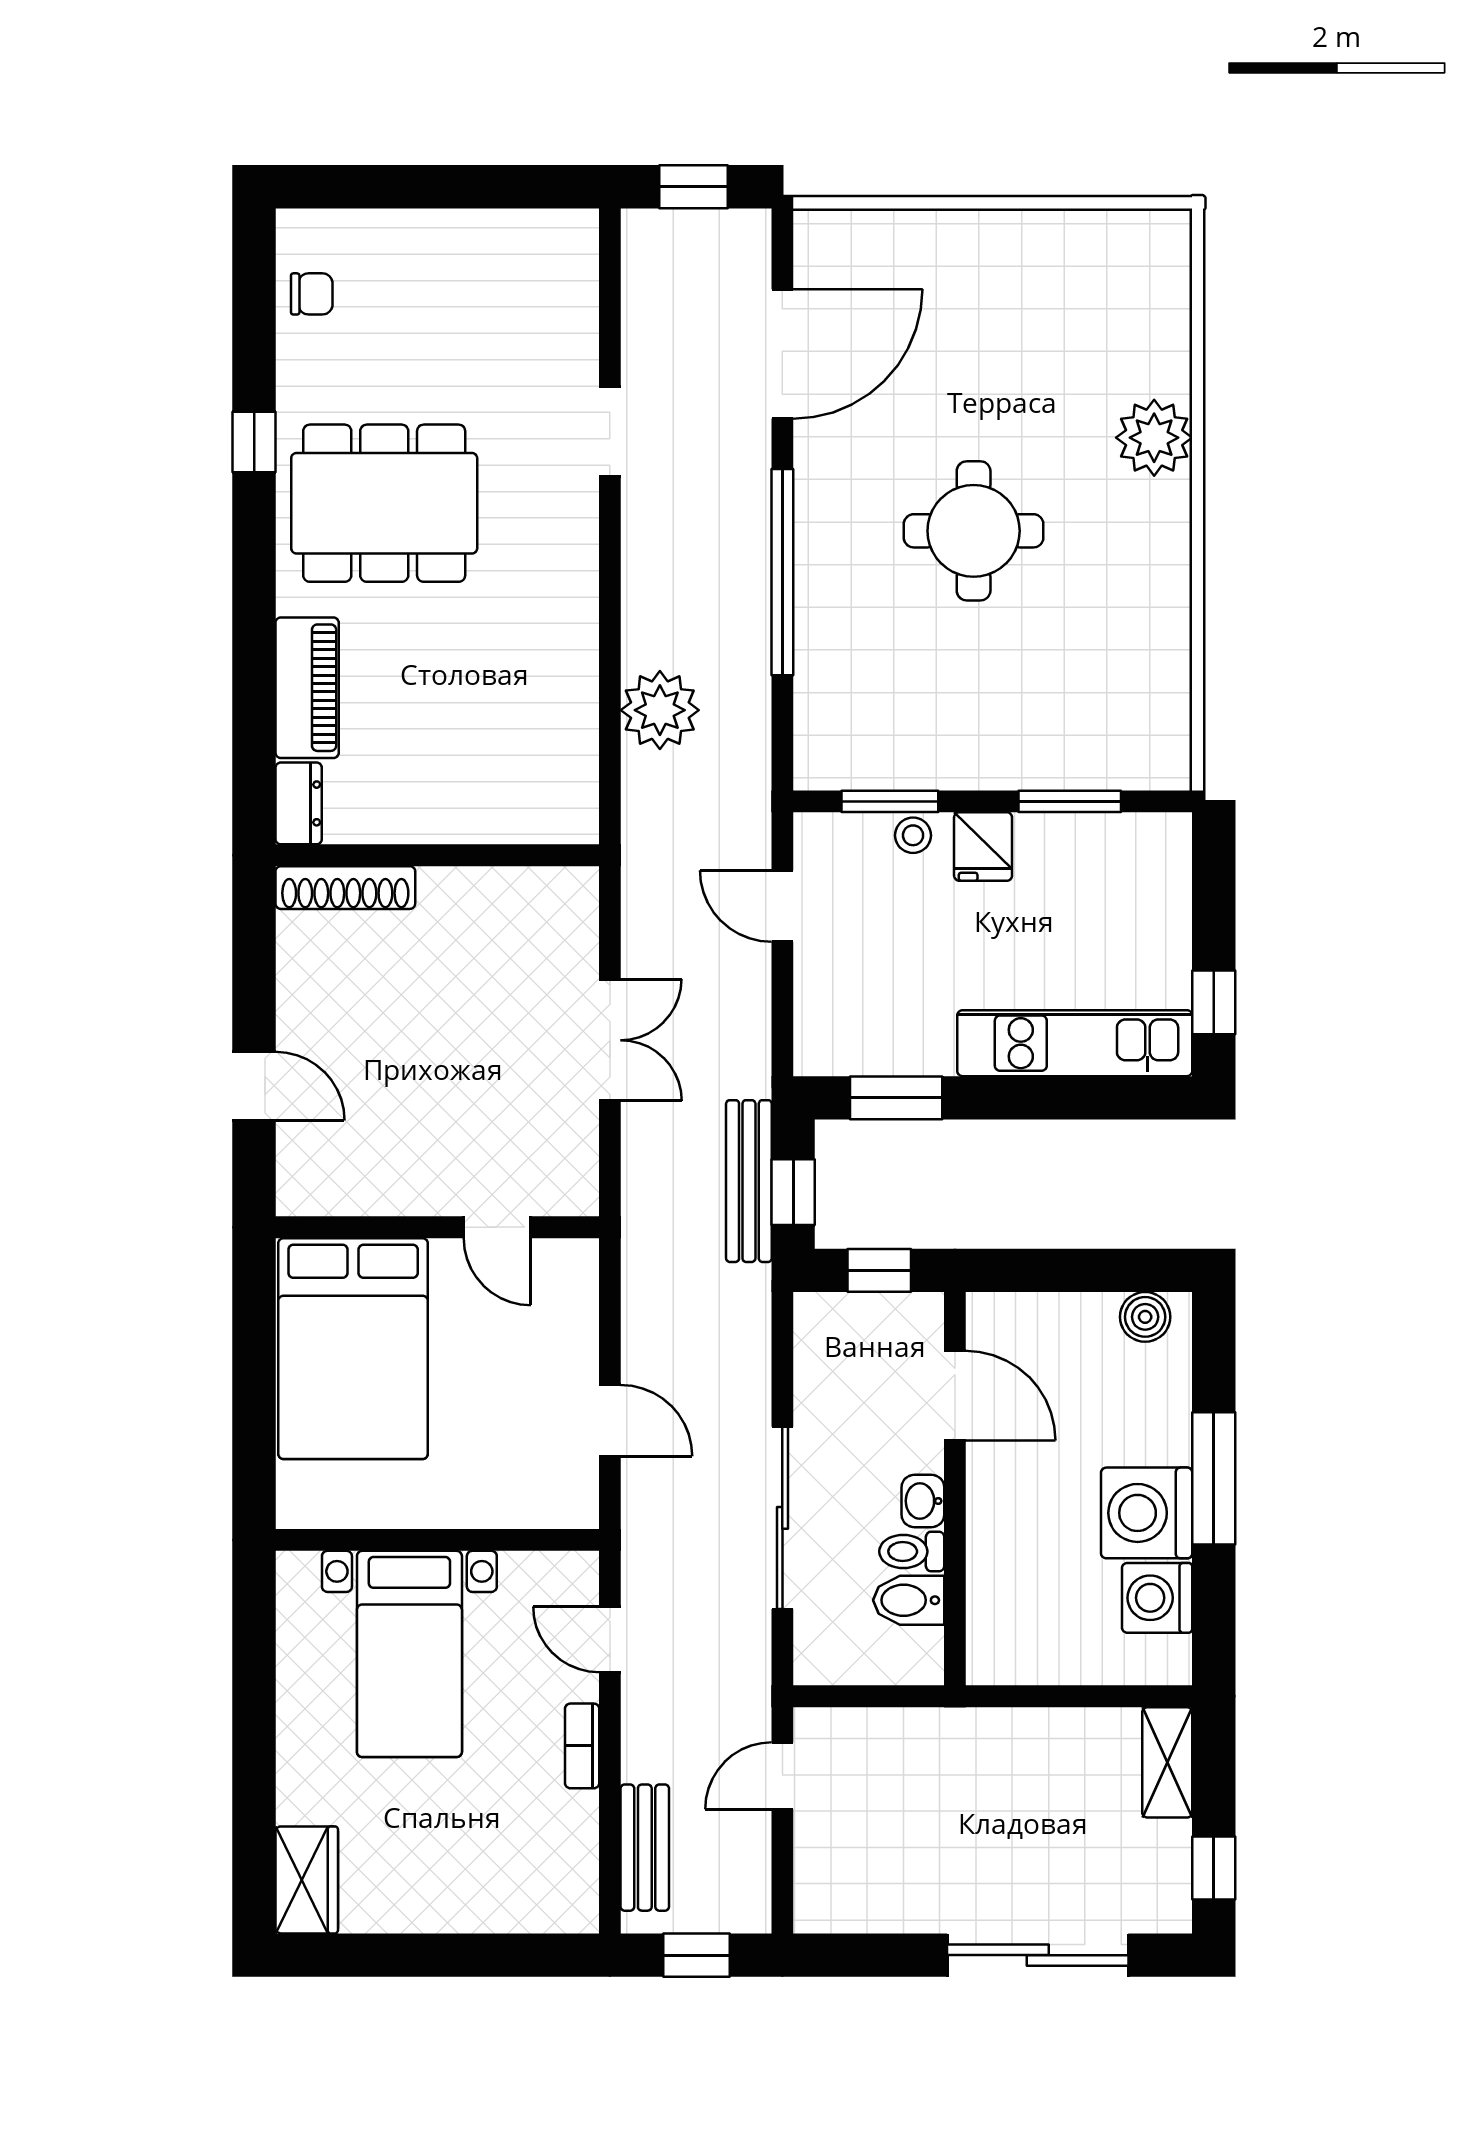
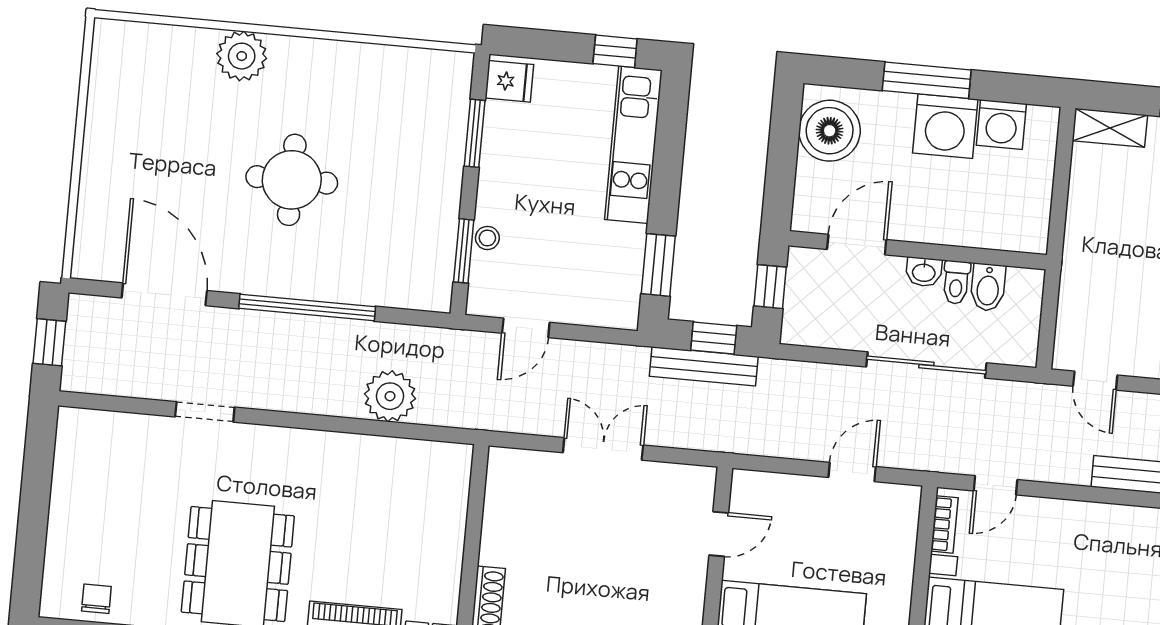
fridge: (983, 847) -> (509, 81), moved
boiler: (1145, 1317) -> (830, 131), width x1.86, depth x1.86
bookcase: (582, 1746) -> (944, 524), moved, turned -90

